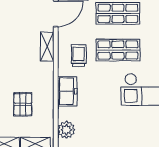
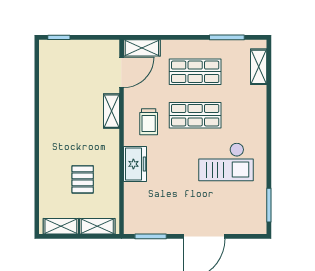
trolley: (79, 56) -> (149, 122), turned 180
plant: (66, 130) -> (134, 210), removed

